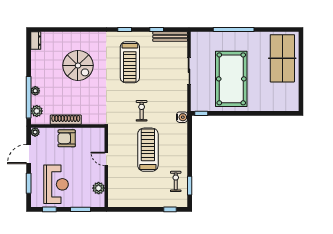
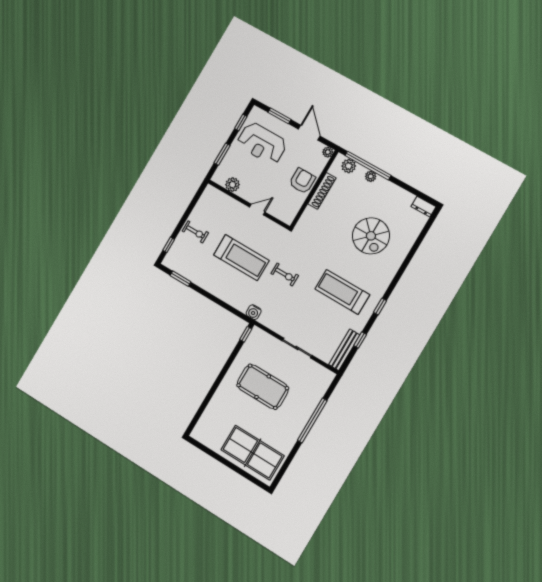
spiral stairs: (78, 65) -> (371, 236), turned -90
pool table: (231, 79) -> (263, 387), width x0.73, depth x0.76
exercise bike: (176, 181) -> (195, 232), moved

